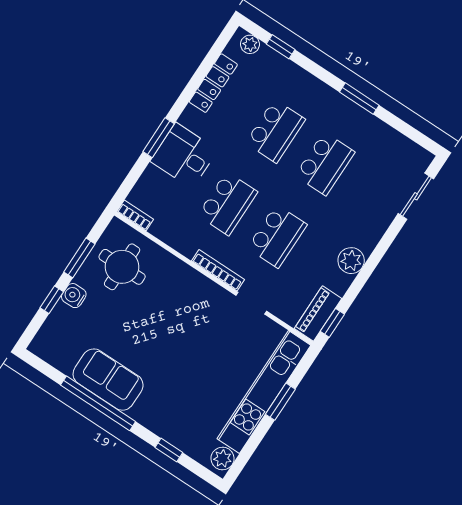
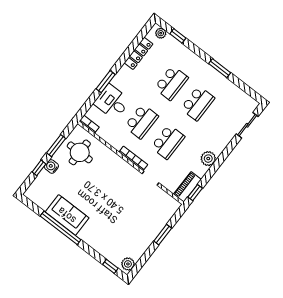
desk: (184, 156) -> (112, 102), moved
kitchen unit: (264, 392) -> (154, 228), removed
window: (169, 450) -> (110, 266), moved

